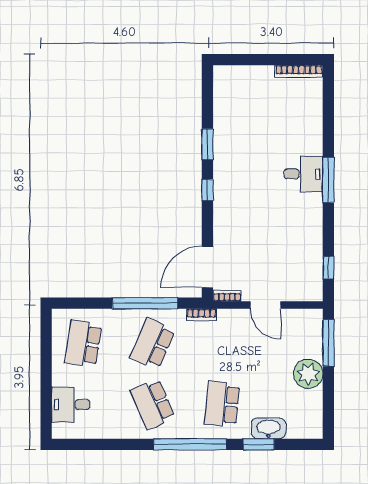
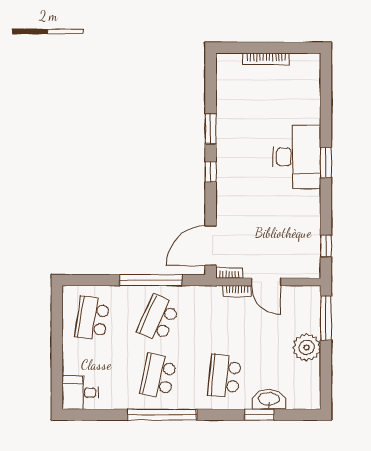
bookcase: (299, 71) -> (266, 59), moved
desk: (304, 174) -> (297, 157), width x1.87, depth x1.30
window: (328, 180) -> (326, 162), width x0.69
bookcase: (201, 315) -> (237, 291), moved
school desk: (153, 404) -> (158, 376), turned 36
desk: (71, 405) -> (80, 393), moved
window: (190, 444) -> (162, 415), moved

